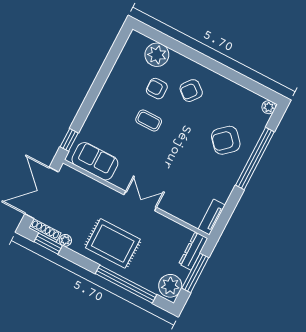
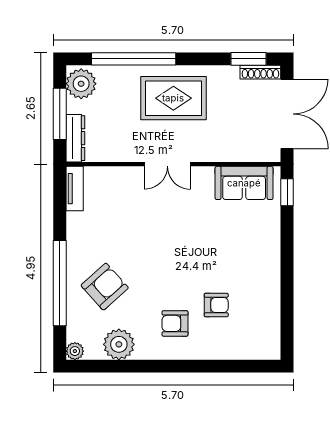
plant: (157, 55) -> (119, 344), moved
armchair: (191, 91) -> (175, 323), turned -129
coffee table: (149, 120) -> (206, 263), removed
plant: (65, 240) -> (231, 73), removed

